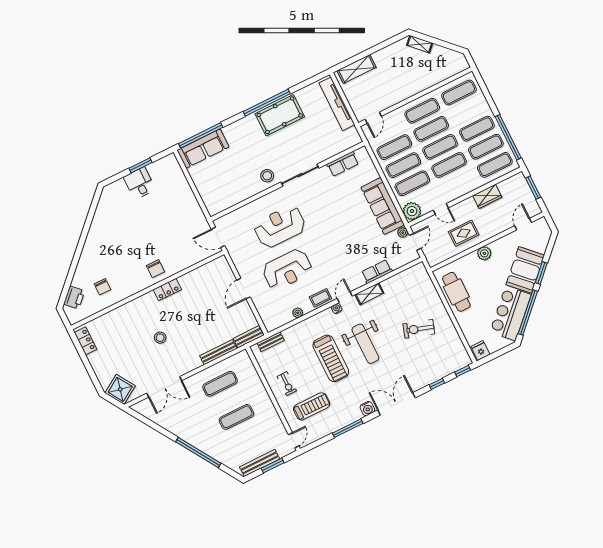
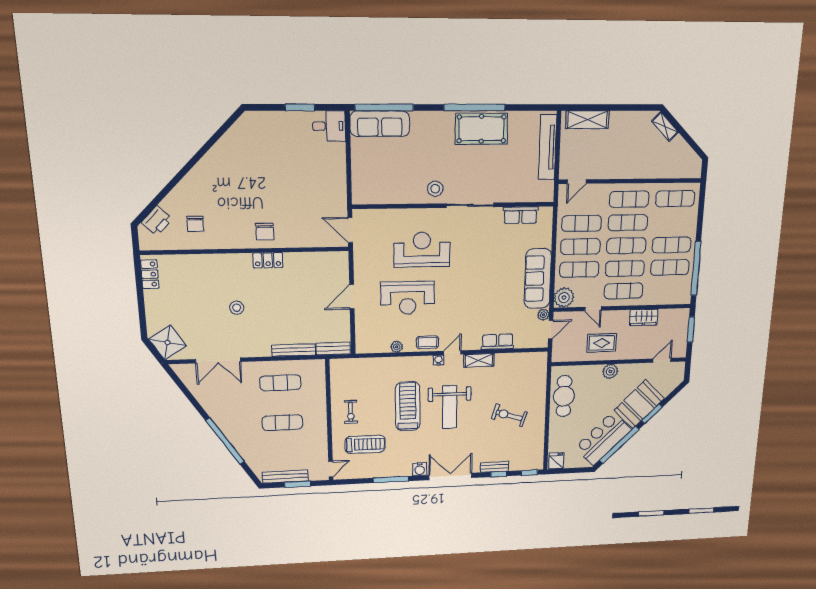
exercise mat: (495, 165) -> (624, 291), moved
desk: (139, 183) -> (329, 126), moved, turned 90
bench: (271, 342) -> (494, 467), moved
treadmill: (331, 358) -> (408, 406), turned 180

